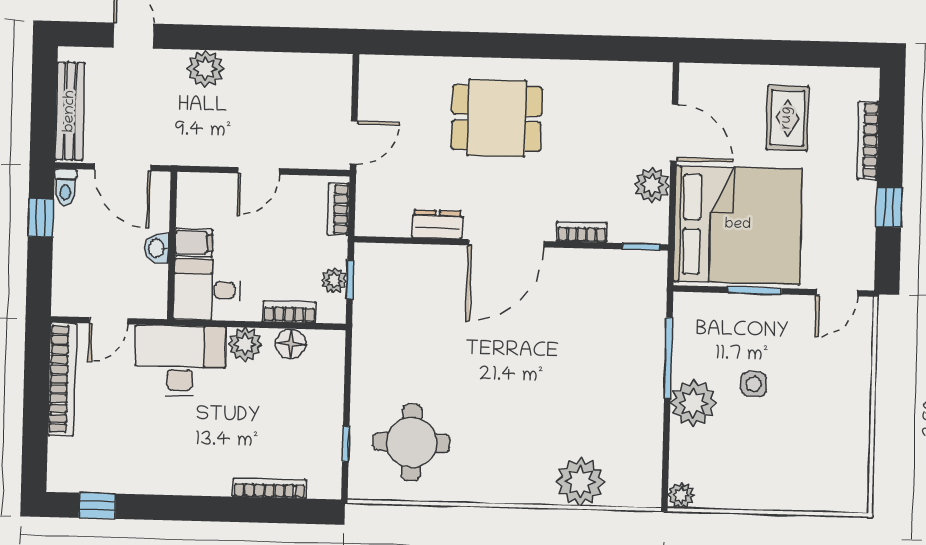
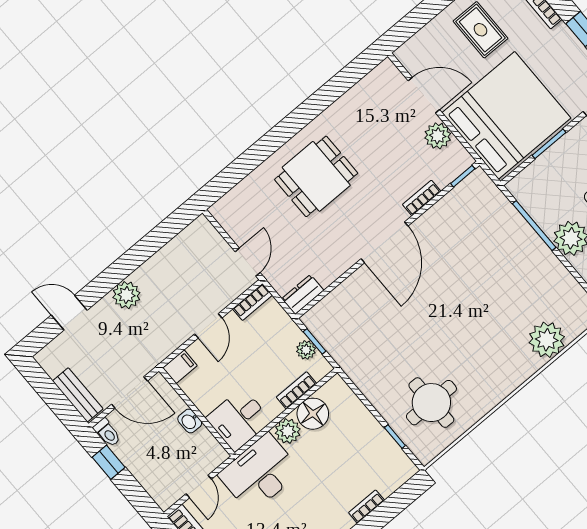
bench: (70, 111) -> (78, 395), width x0.73
bookcase: (338, 209) -> (252, 302), moved, turned -90
dresser: (437, 224) -> (303, 294), moved
filing cabinet: (194, 243) -> (180, 367), moved
floor lamp: (291, 344) -> (313, 414), width x1.38, depth x1.38
bookcase: (270, 488) -> (367, 506), width x0.64

